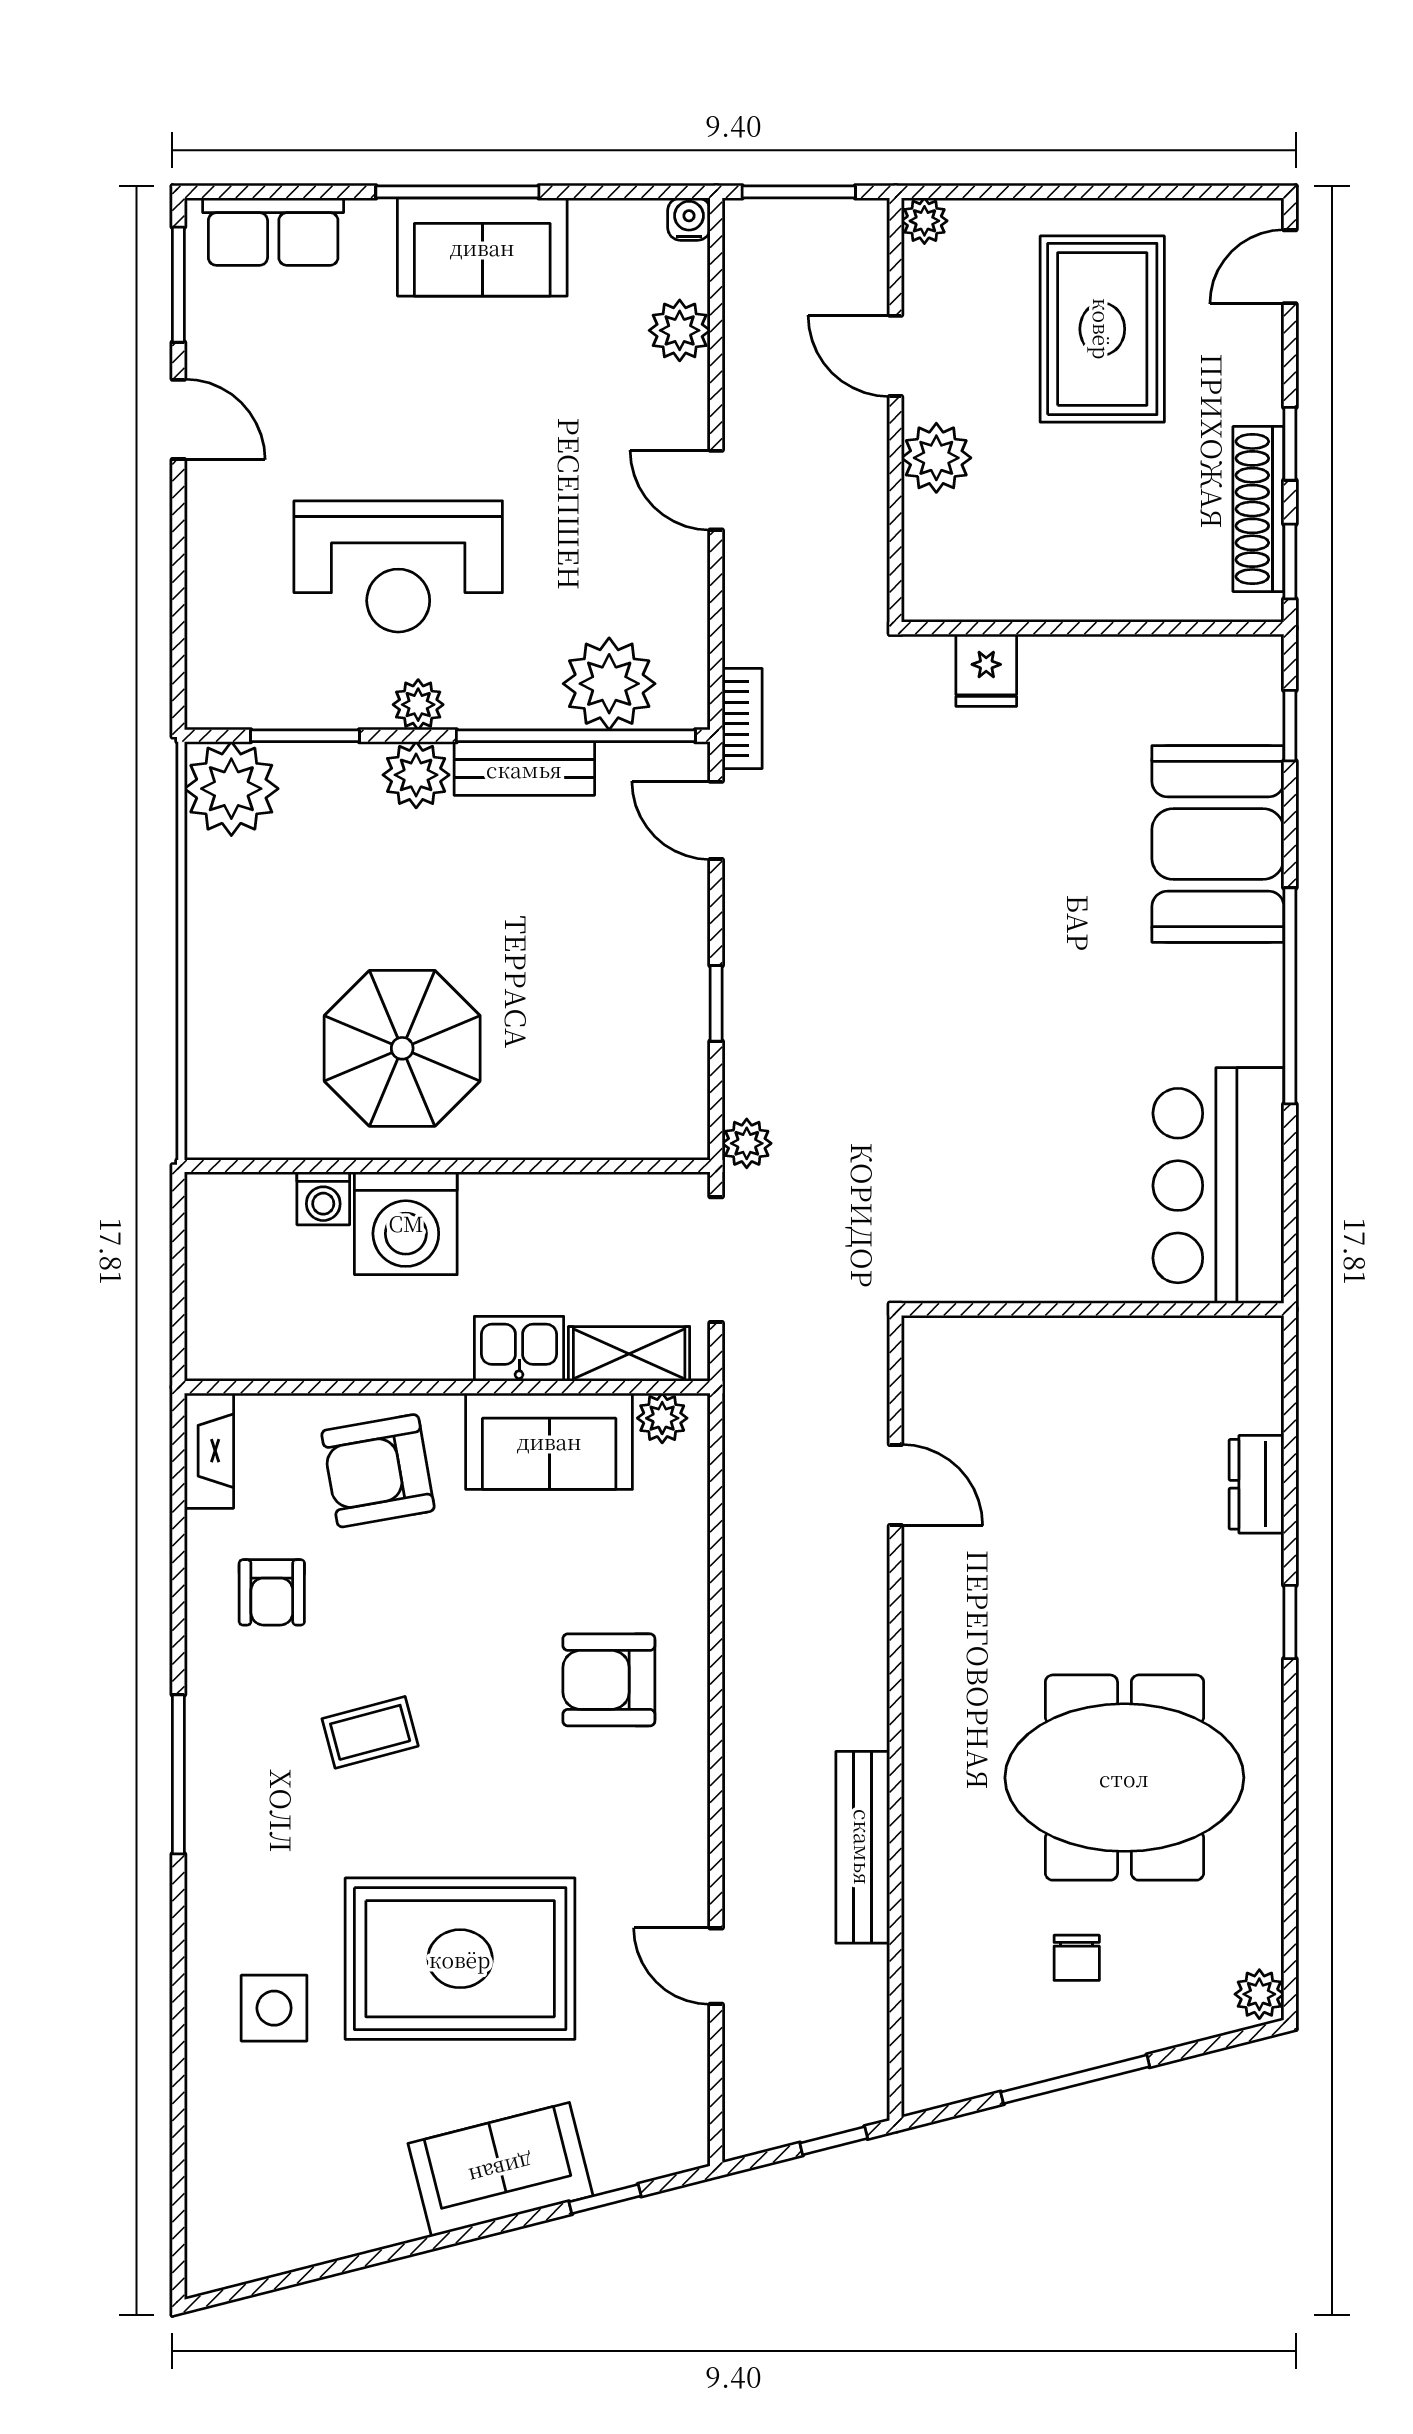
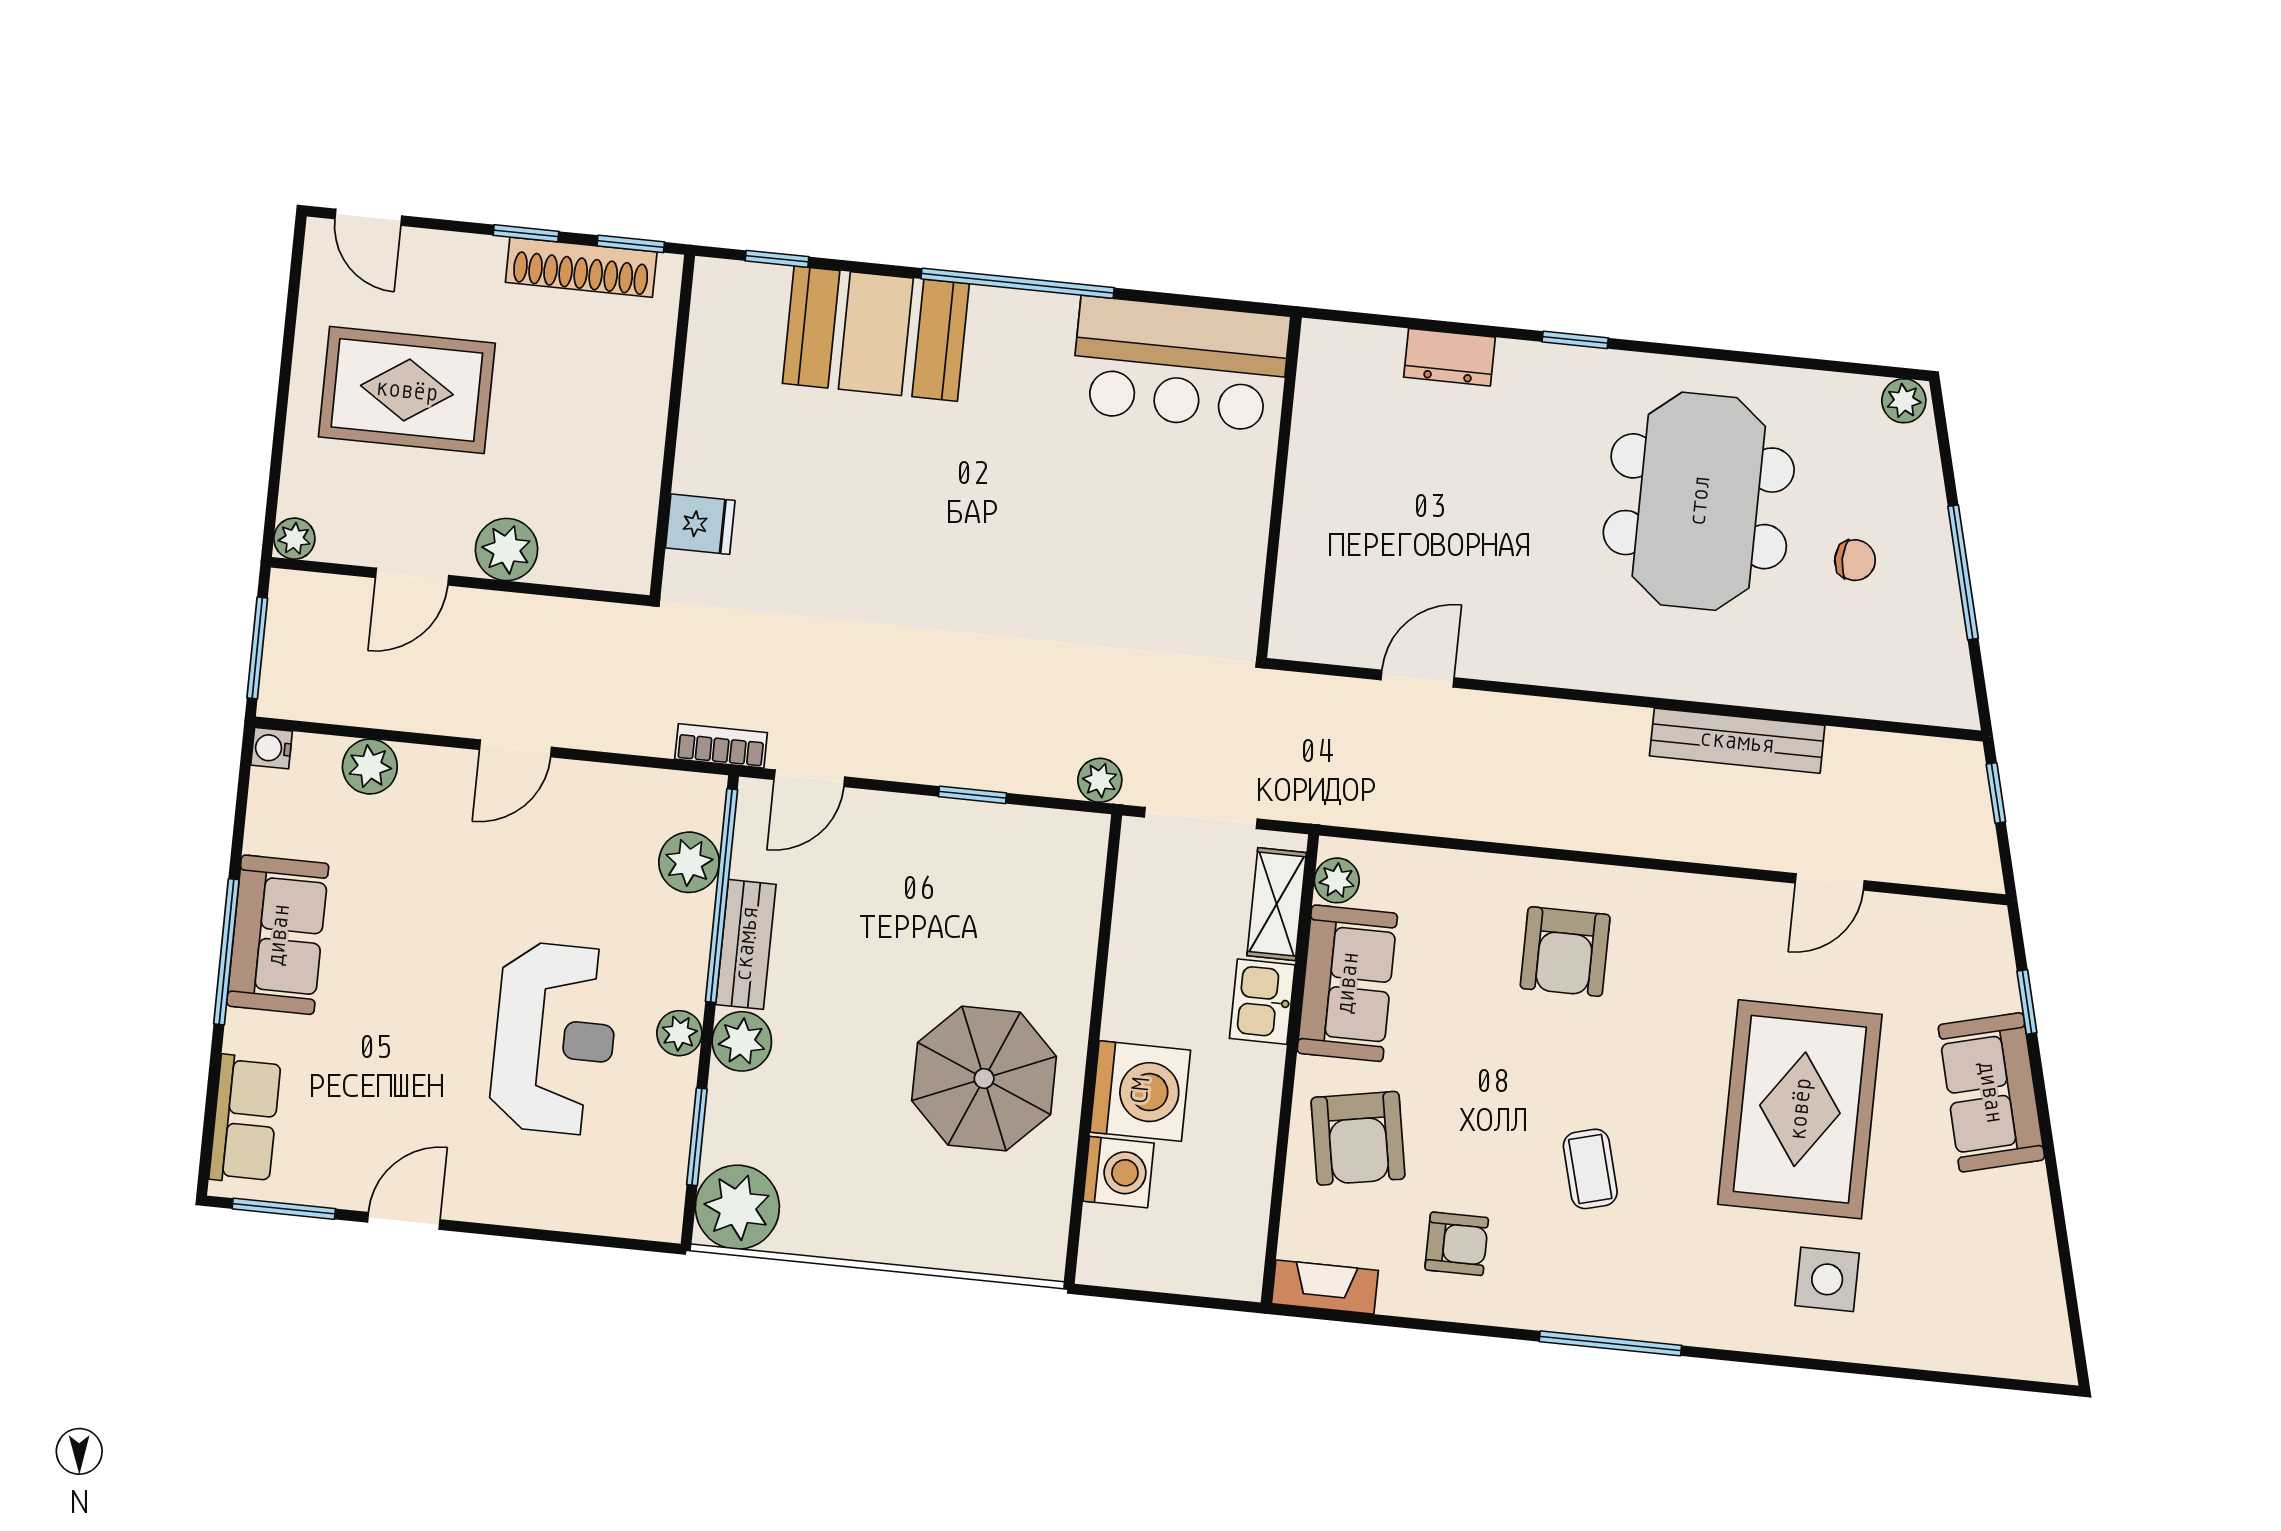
plant: (609, 684) -> (689, 862), width x0.73, depth x0.73
washing machine: (323, 1198) -> (1118, 1172), width x1.38, depth x1.38

